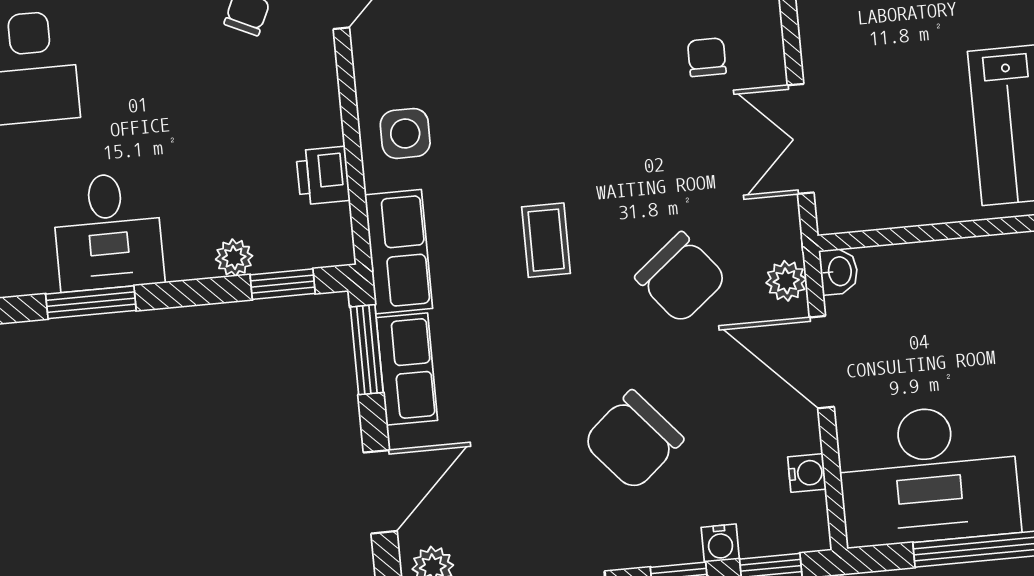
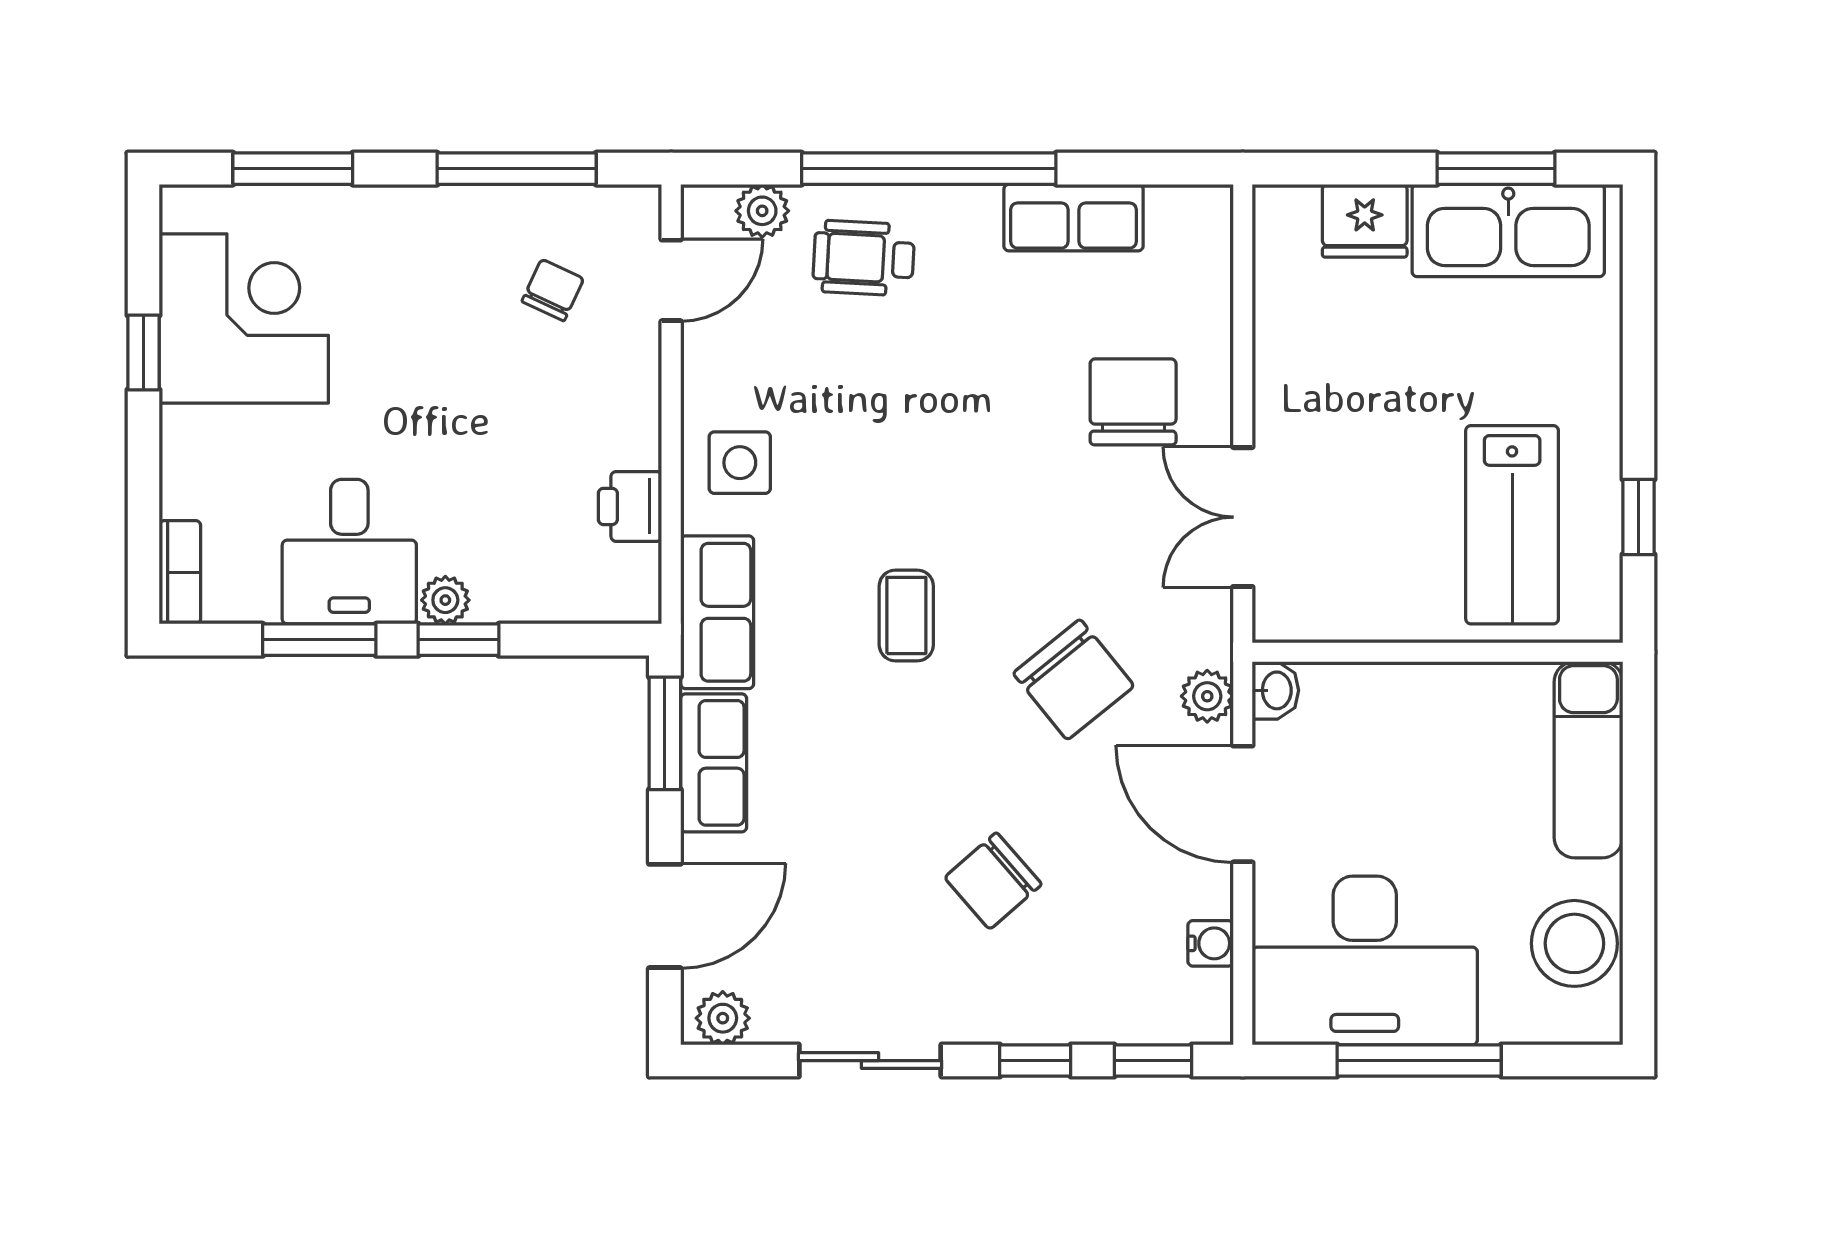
chair: (707, 57) -> (1133, 402), width x1.87, depth x1.87
plant: (234, 258) -> (445, 600), moved
window: (283, 284) -> (459, 640), moved
chair: (633, 440) -> (993, 881), width x0.73, depth x0.73
water cooler: (720, 543) -> (1092, 1022), removed

